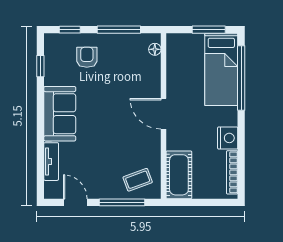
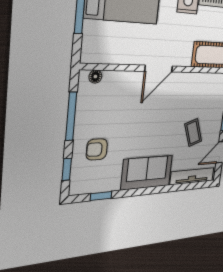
tv unit: (51, 162) -> (192, 176), width x1.41
coffee table: (138, 180) -> (193, 133), moved

